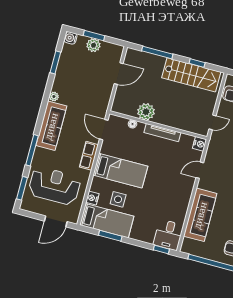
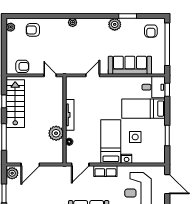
plant: (93, 45) -> (12, 173), moved
door: (119, 74) -> (30, 164), swing flipped
nightstand: (200, 144) -> (71, 81), removed
door: (200, 170) -> (93, 75), swing flipped
nightstand: (92, 198) -> (127, 159), moved
bed: (107, 221) -> (144, 109), moved, turned -90

